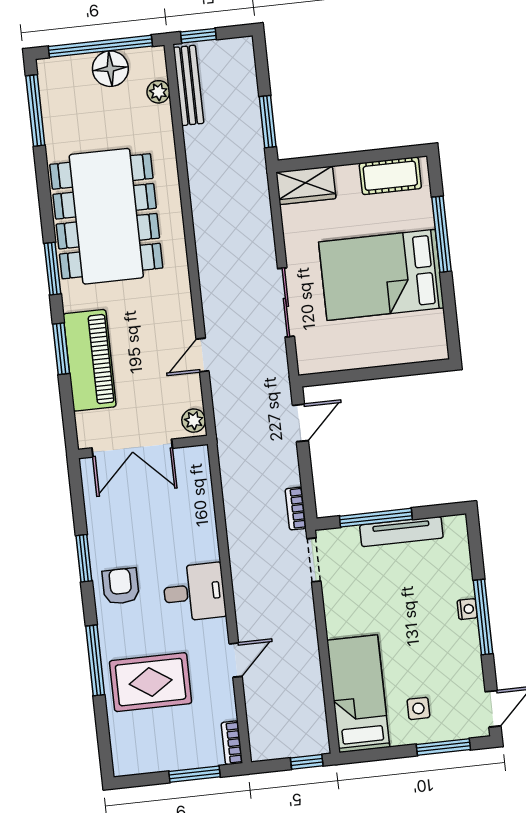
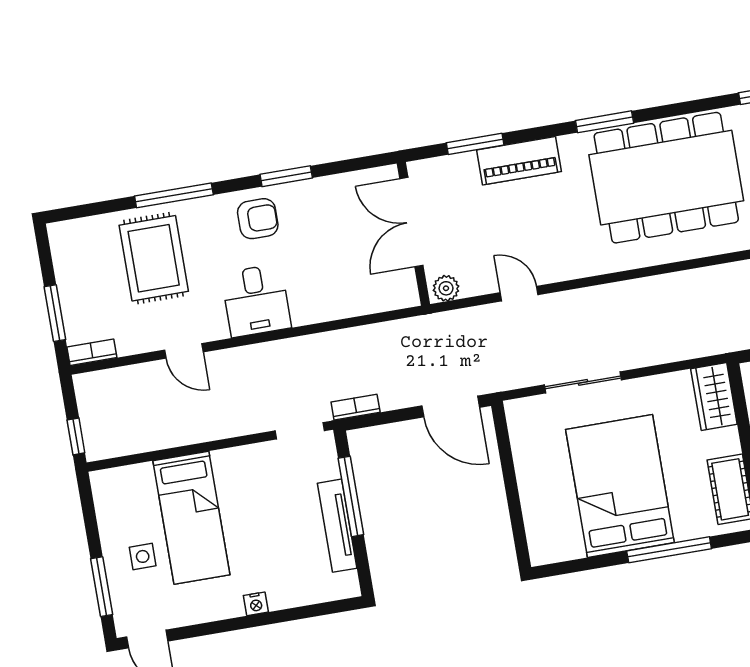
window: (61, 349) -> (475, 144), moved
piano: (90, 360) -> (519, 161), width x0.73, depth x0.75
door: (300, 423) -> (451, 407), width x1.38
window: (483, 617) -> (248, 622), removed
bed: (358, 694) -> (191, 518), moved, turned 90

